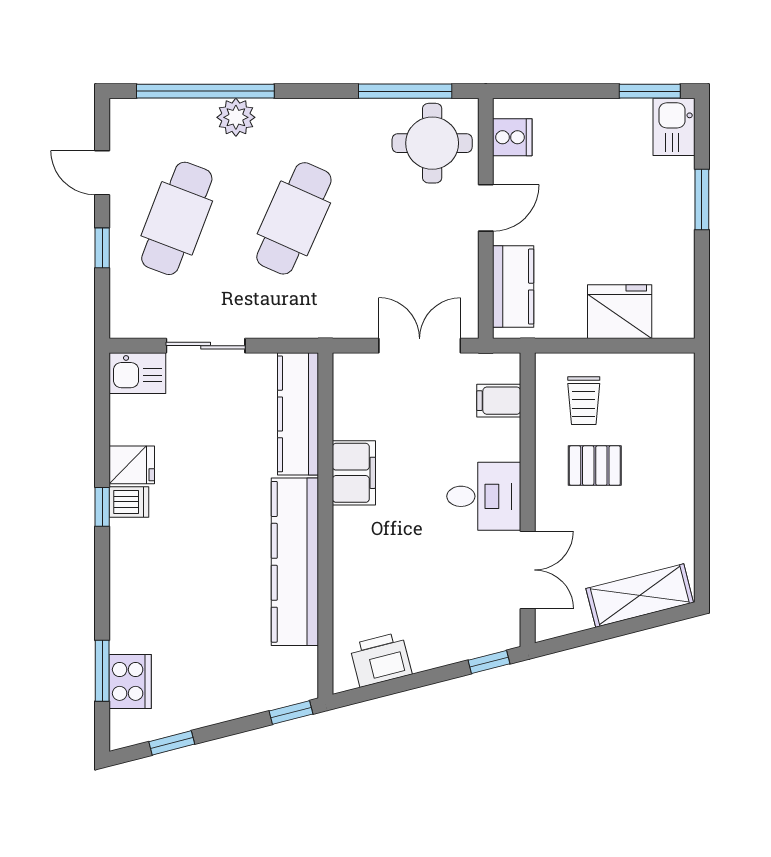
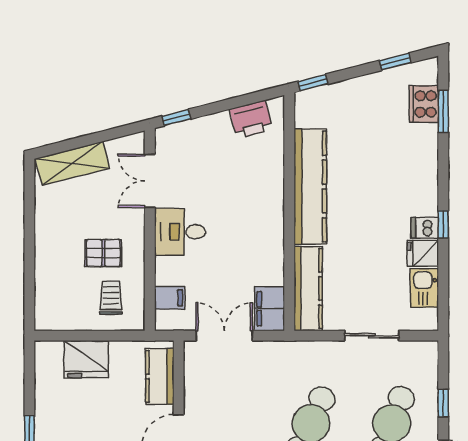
double door: (420, 346) -> (224, 336), swing flipped
kitchen sink: (137, 373) -> (424, 288), moved, turned -90
filing cabinet: (354, 473) -> (270, 309), moved

